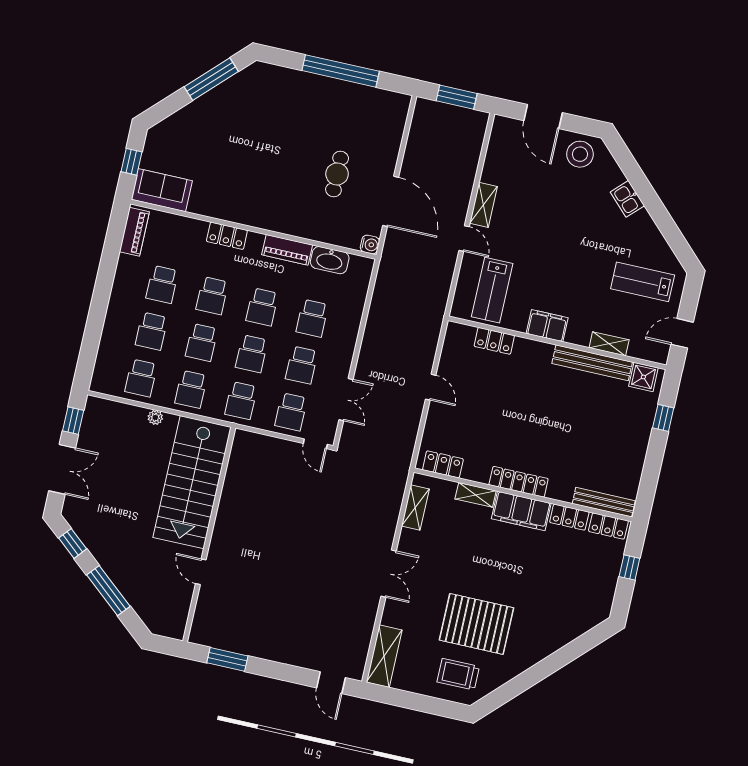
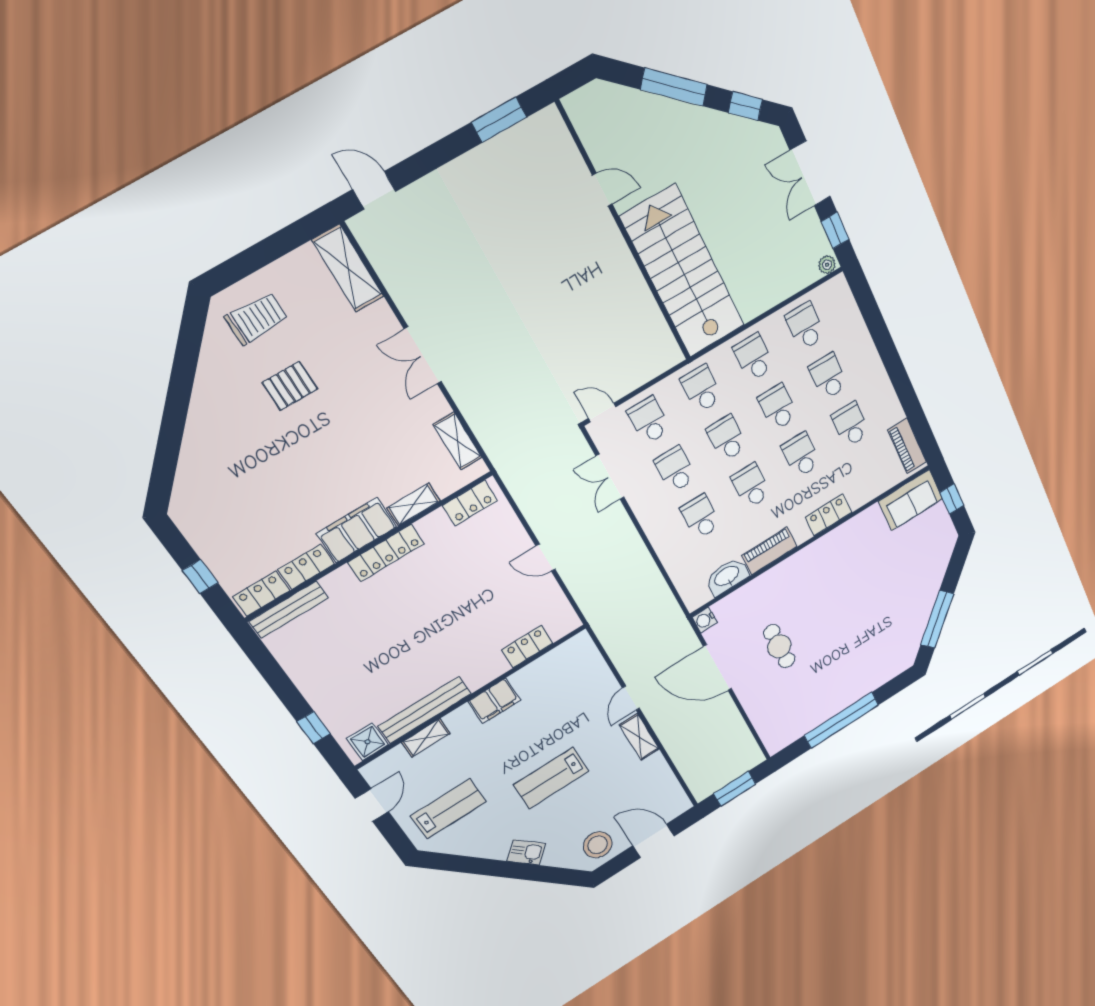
door: (464, 239) -> (631, 698), hinge flipped
lab bench: (492, 290) -> (551, 778), moved, turned -90
plant: (155, 417) -> (827, 265), moved
pallet: (476, 624) -> (290, 386), width x0.49, depth x0.50

